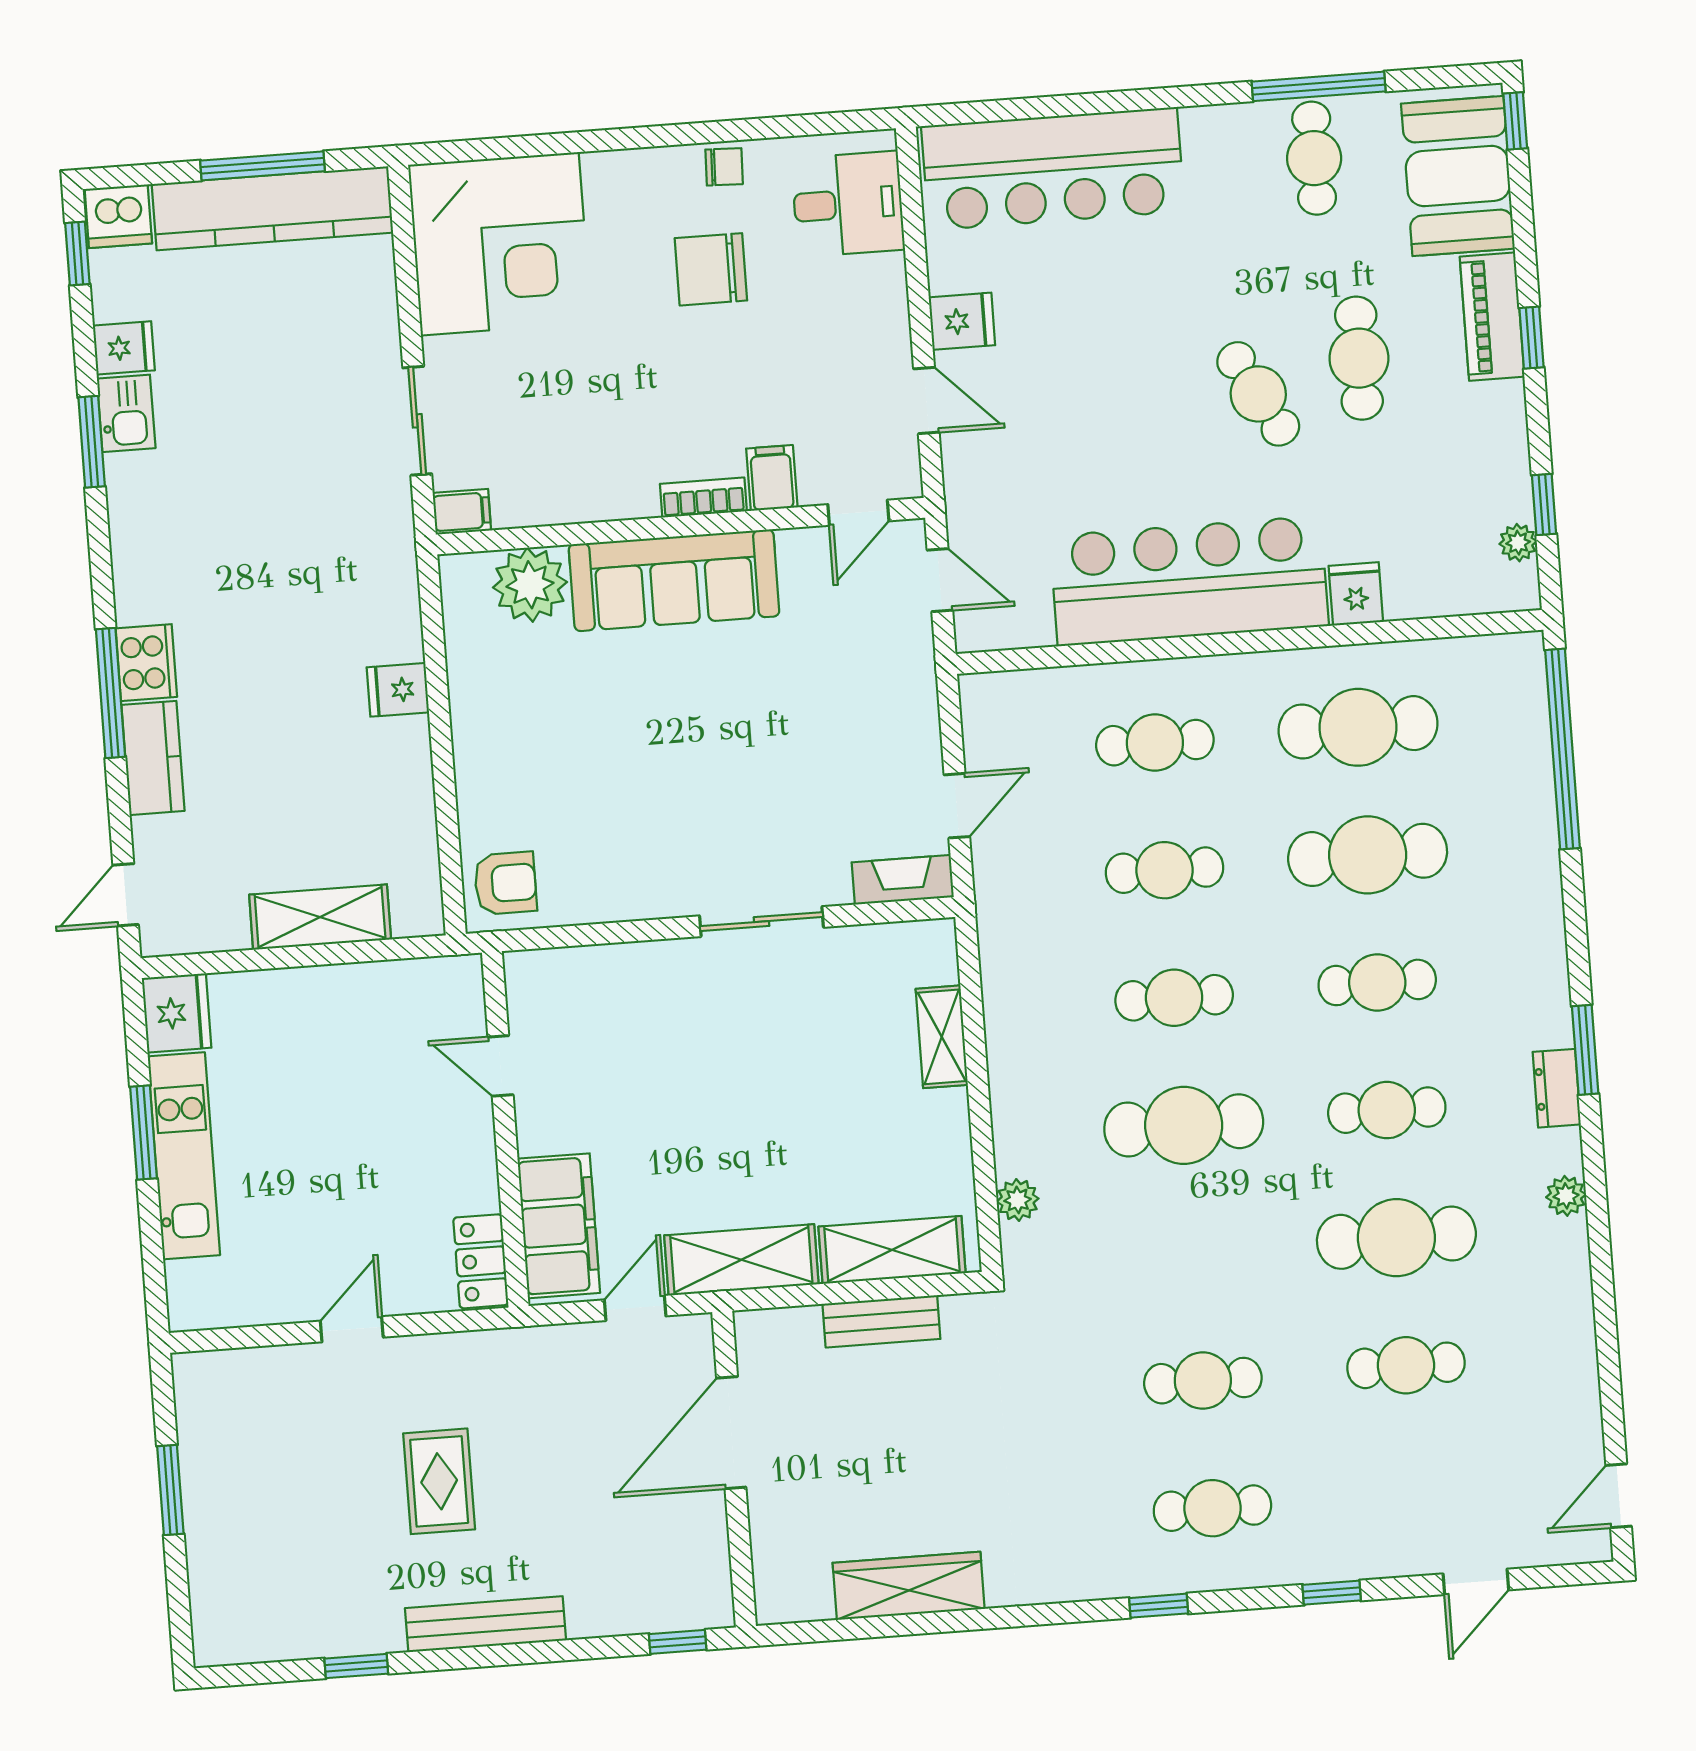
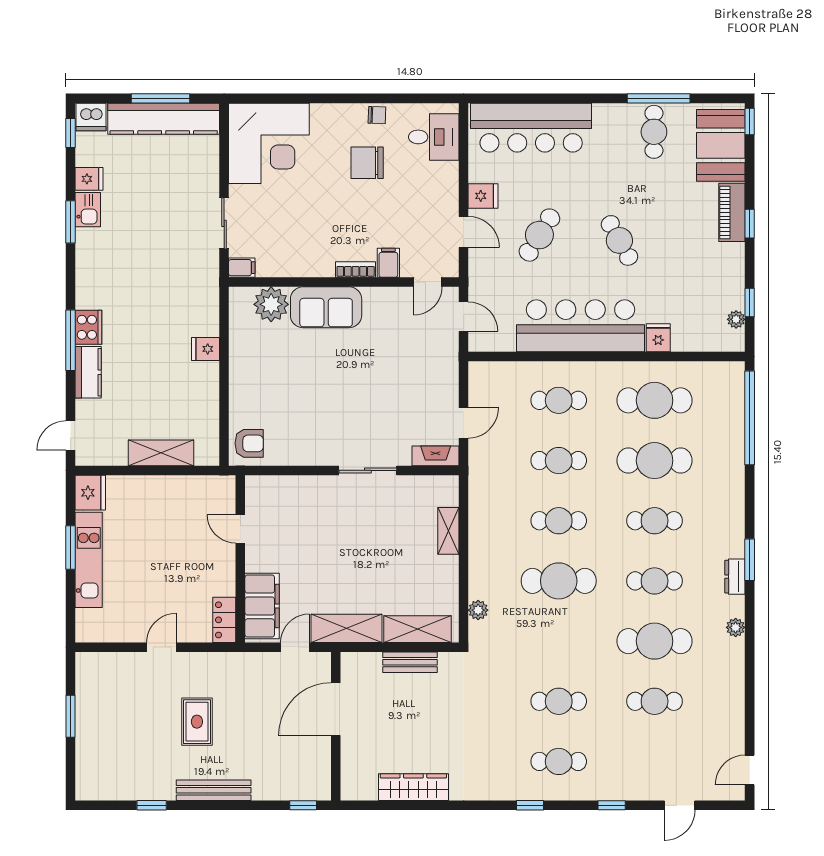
cafe table: (1359, 358) -> (539, 235), moved, turned 32
sofa: (674, 580) -> (326, 307), width x0.73

